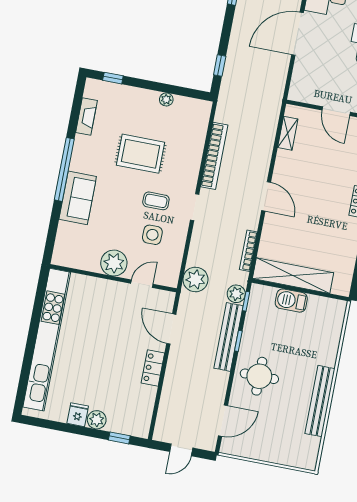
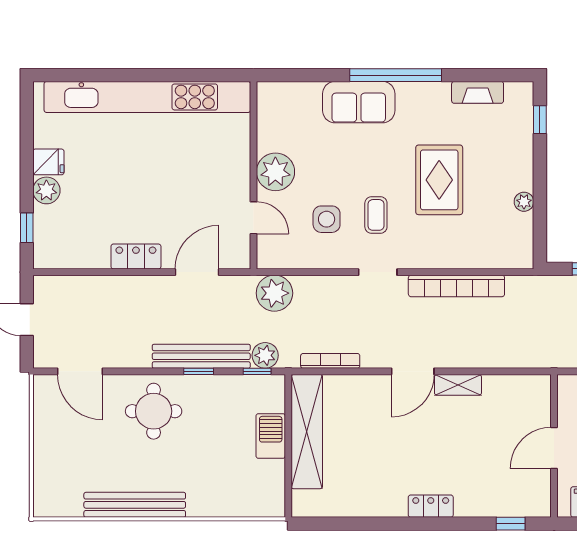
shelving: (288, 133) -> (458, 385), moved

